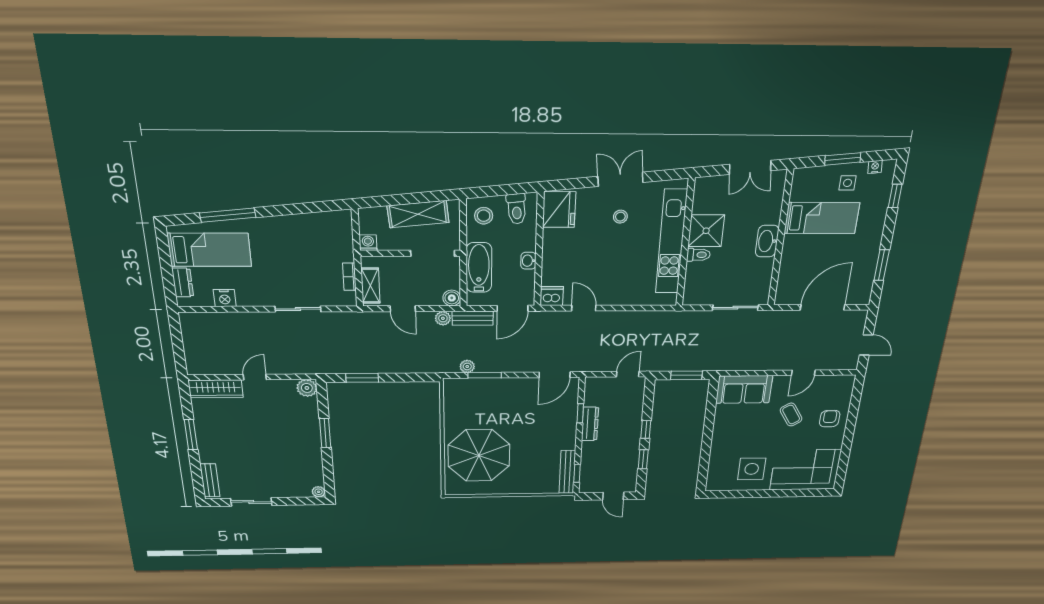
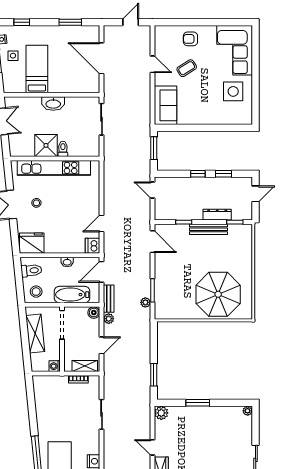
door: (513, 308) -> (102, 272), swing flipped
dresser: (590, 424) -> (217, 215), moved
bench: (567, 472) -> (208, 229), moved

